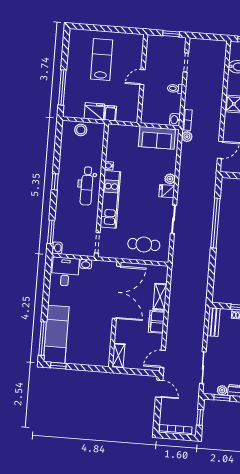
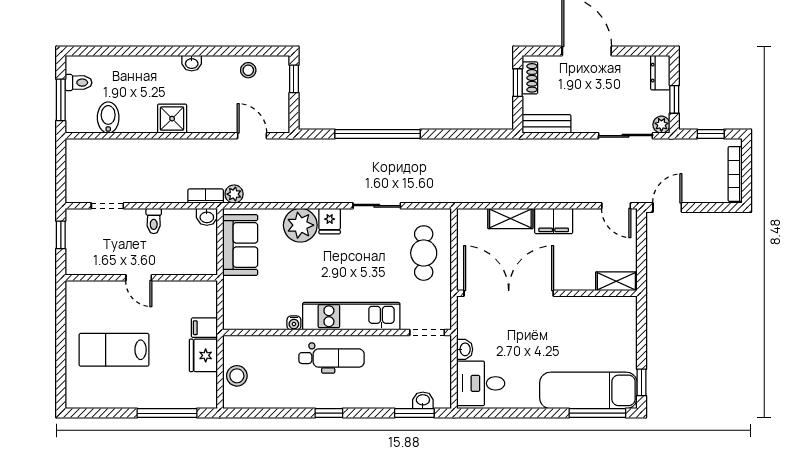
plant: (170, 179) -> (300, 225), width x1.88, depth x1.88
washbasin: (57, 248) -> (423, 400), moved
plant: (222, 390) -> (661, 125), moved

